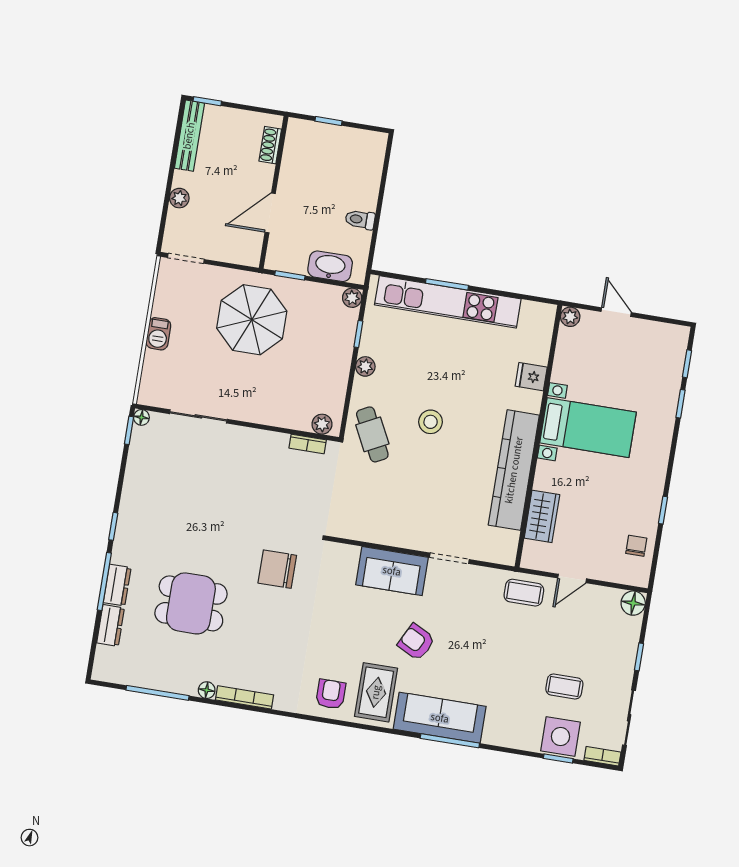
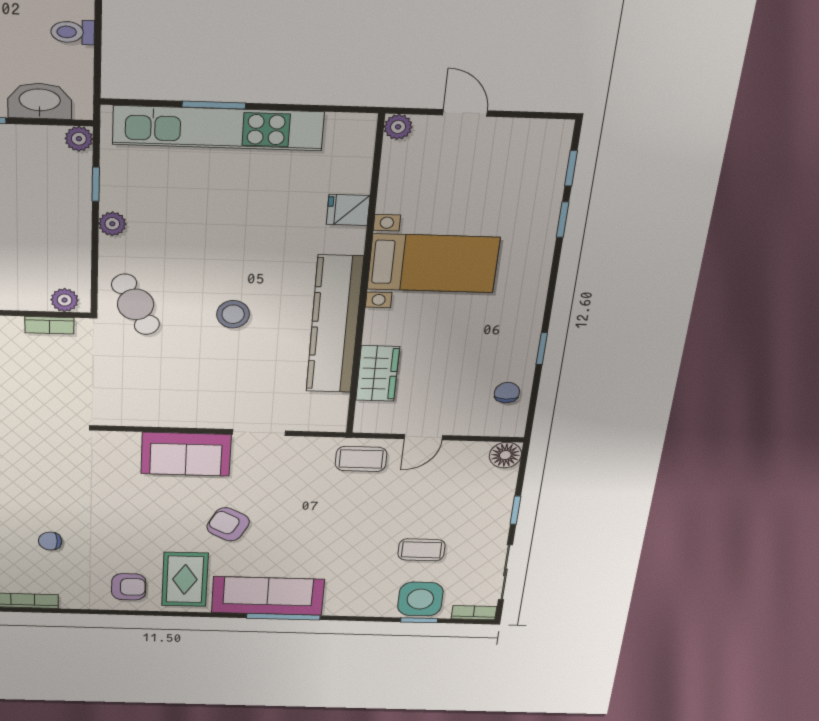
stool: (431, 422) -> (233, 314), moved
chair: (277, 569) -> (50, 541), moved, width x0.54, depth x0.54
armchair: (331, 694) -> (129, 587), turned 90

